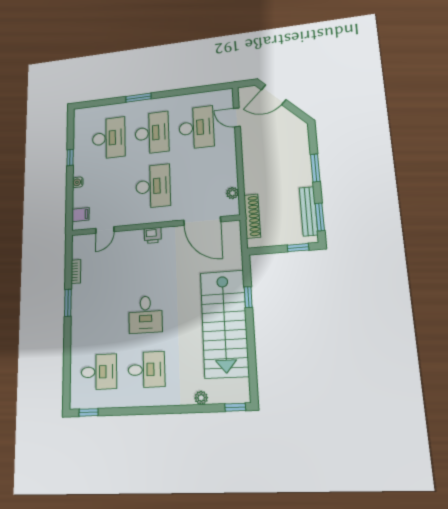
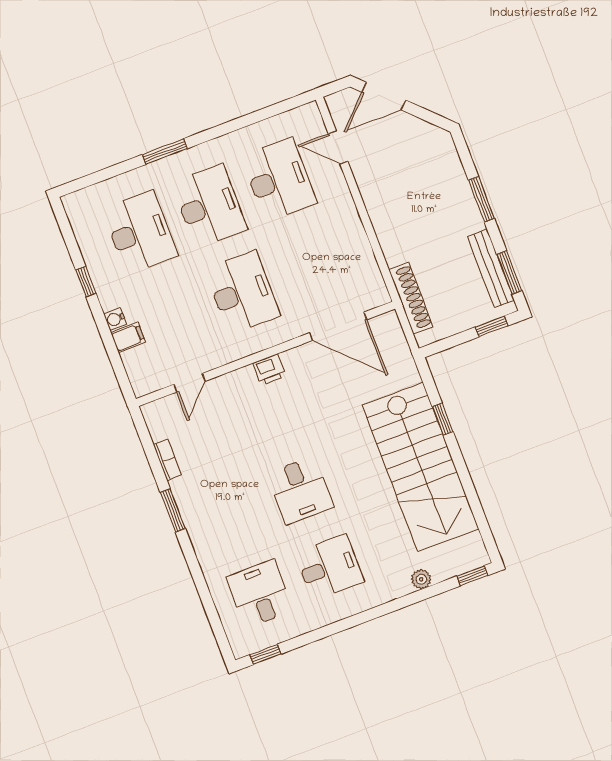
plant: (232, 193) -> (370, 271), removed
filing cabinet: (81, 215) -> (128, 337), moved
desk: (99, 372) -> (260, 594), turned -90

